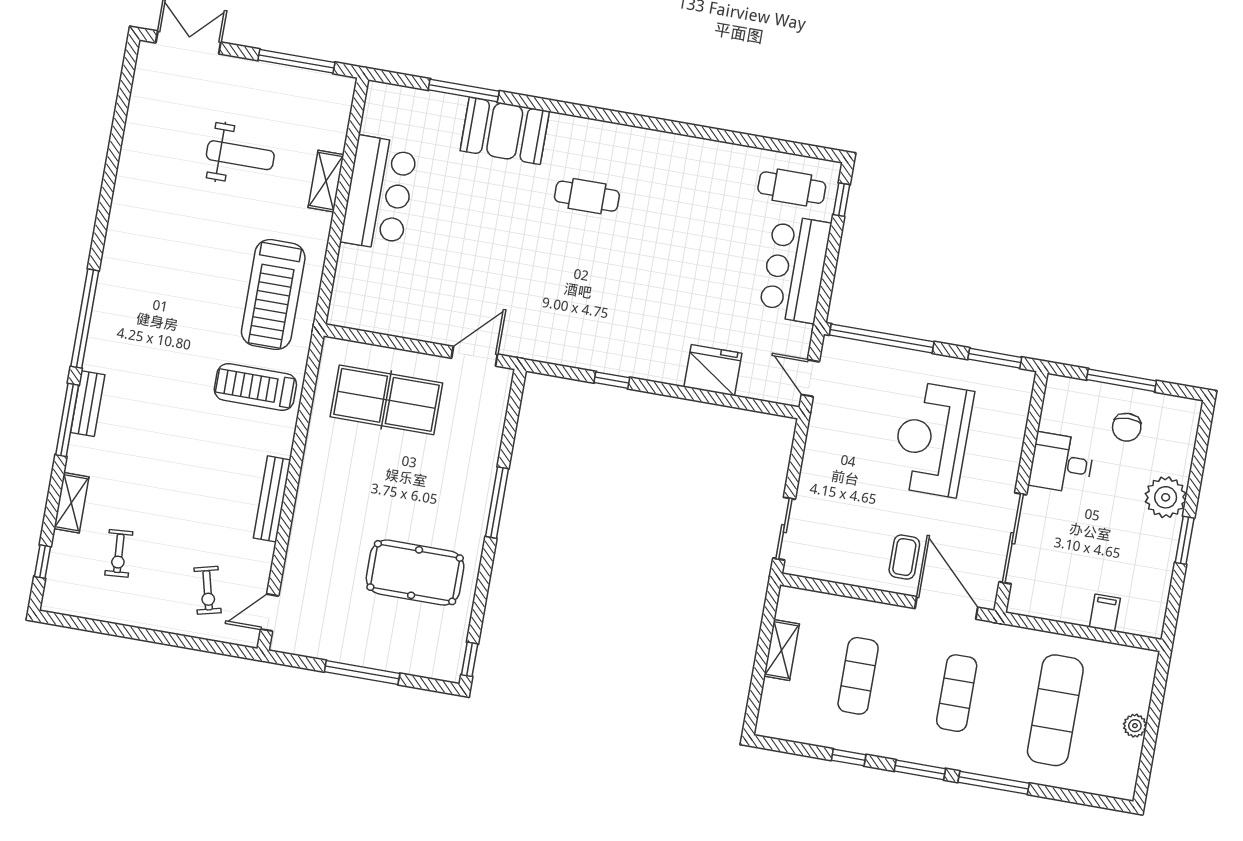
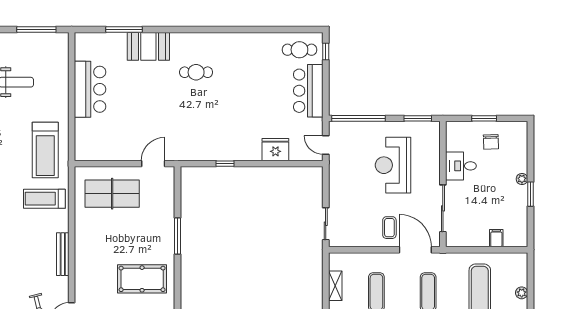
shelving: (326, 181) -> (62, 88), removed
window: (1121, 380) -> (484, 118), width x0.69
plant: (1166, 497) -> (522, 179), width x0.53, depth x0.53

